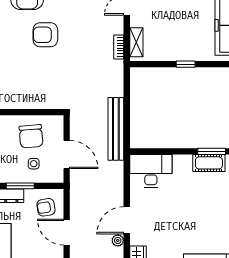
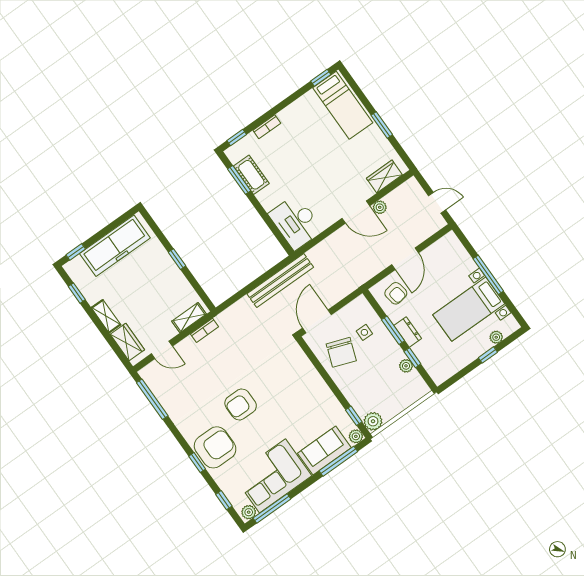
armchair: (45, 35) -> (241, 404), turned 90
chair: (31, 136) -> (341, 352), turned 115
door: (67, 154) -> (317, 321), moved

